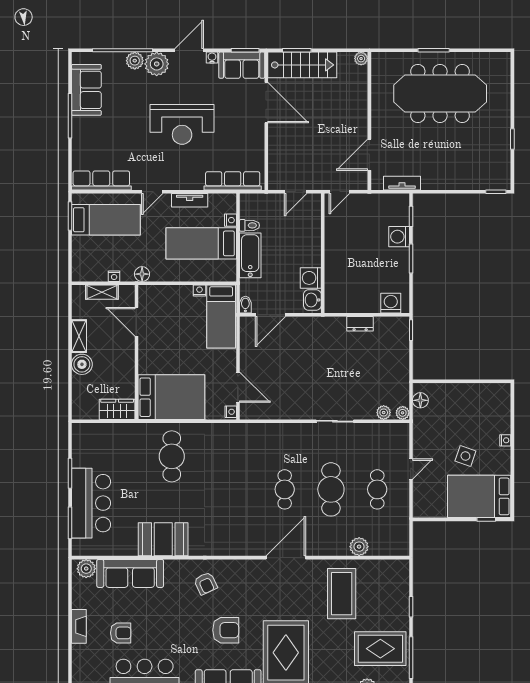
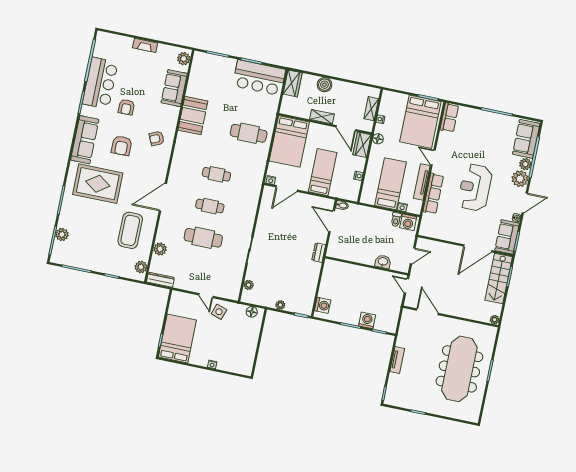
door: (189, 50) -> (525, 203), hinge flipped
sofa: (86, 90) -> (526, 139), moved, turned 90
row of seats: (101, 180) -> (449, 118), width x0.68
row of seats: (233, 181) -> (433, 194), moved
tv unit: (402, 183) -> (397, 360), moved
door: (296, 192) -> (413, 256), swing flipped
tv unit: (190, 200) -> (422, 182), width x1.41
bed: (106, 220) -> (420, 122), width x1.50
bathtub: (250, 255) -> (375, 216), removed
washing machine: (311, 278) -> (408, 222), moved, turned 180
wardrobe: (155, 295) -> (362, 145), added
washbasin: (312, 300) -> (383, 262), moved
bed: (221, 316) -> (323, 172), moved, turned 90
door: (136, 322) -> (346, 128), swing flipped
dresser: (360, 324) -> (319, 253), moved
shelving: (79, 336) -> (322, 117), moved
wardrobe: (117, 409) -> (293, 83), moved
plant: (403, 413) -> (280, 305), moved
side table: (465, 456) -> (219, 312), moved
cafe table: (377, 489) -> (216, 174), moved
bar counter: (91, 503) -> (259, 78), moved
dresser: (402, 537) -> (161, 280), added
door: (286, 558) -> (163, 197), swing flipped
plant: (390, 568) -> (141, 267), added
sofa: (130, 573) -> (174, 88), width x0.73
coffee table: (342, 594) -> (130, 230), turned 90
armchair: (121, 633) -> (126, 107), moved
rug: (380, 649) -> (87, 249), removed

